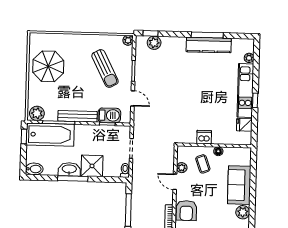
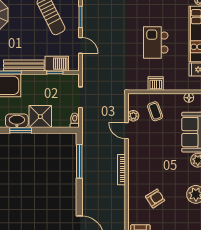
kitchen island: (205, 98) -> (156, 43), added
floor lamp: (218, 151) -> (189, 98), moved
window: (73, 179) -> (21, 130), width x0.69
armchair: (186, 211) -> (139, 160), removed

